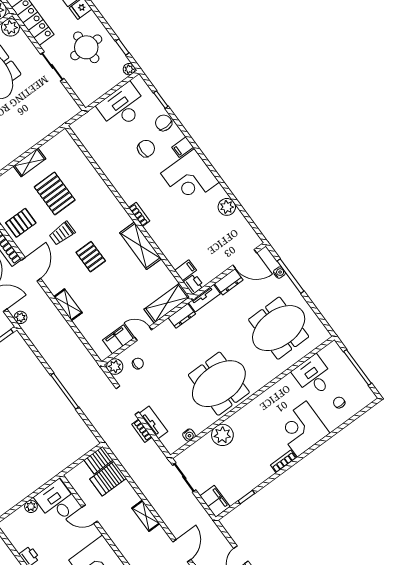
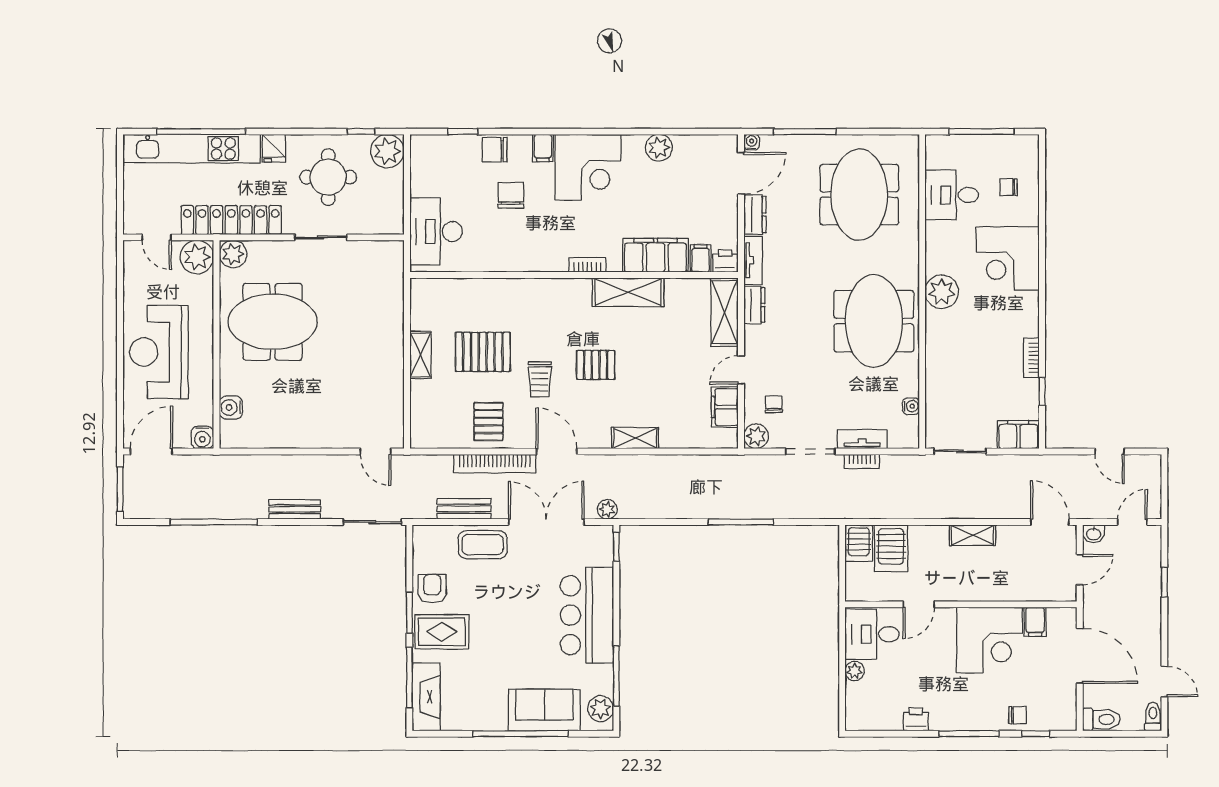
plant: (129, 69) -> (387, 151), width x1.88, depth x1.88
desk: (122, 107) -> (436, 232), moved
filing cabinet: (170, 246) -> (656, 255), added
water cooler: (279, 273) -> (752, 142), moved
plant: (222, 435) -> (942, 292), moved
bookcase: (283, 461) -> (1031, 358), moved

